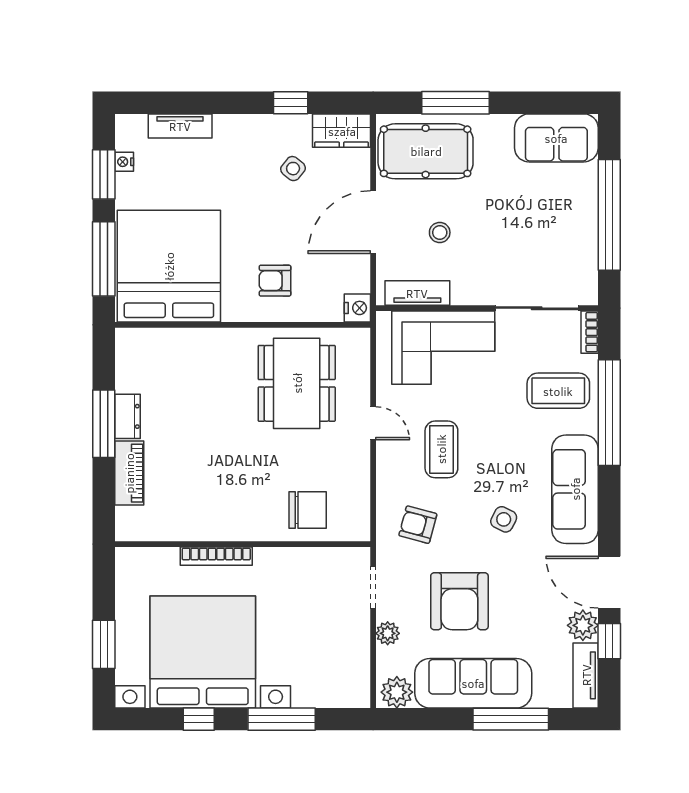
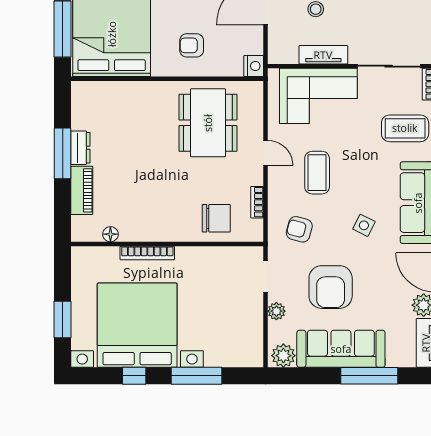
tv unit: (417, 293) -> (323, 55), moved
bookcase: (362, 489) -> (257, 202), added
floor lamp: (167, 531) -> (110, 234), added

